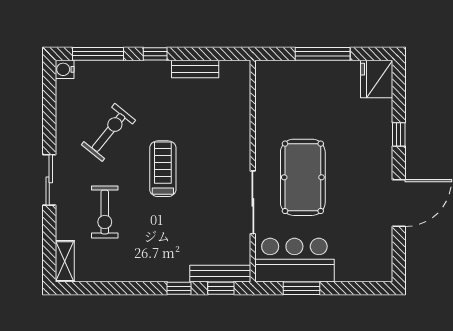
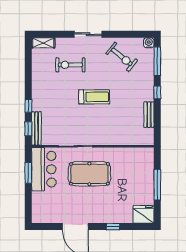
exercise bike: (108, 132) -> (122, 57), moved

